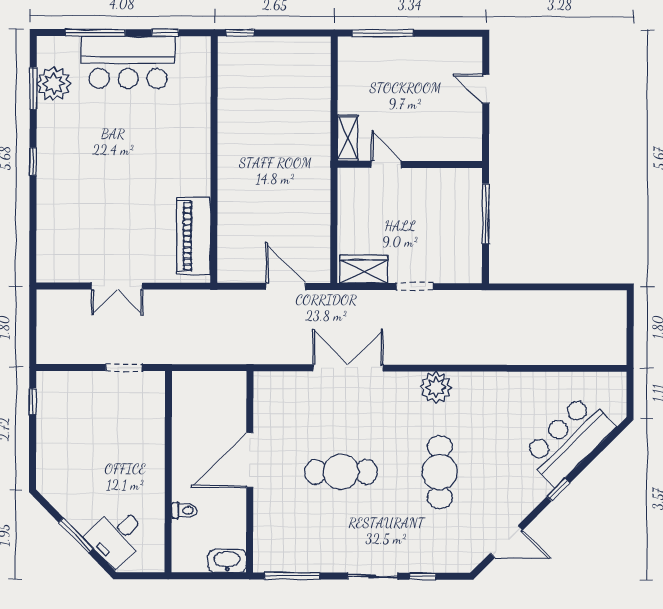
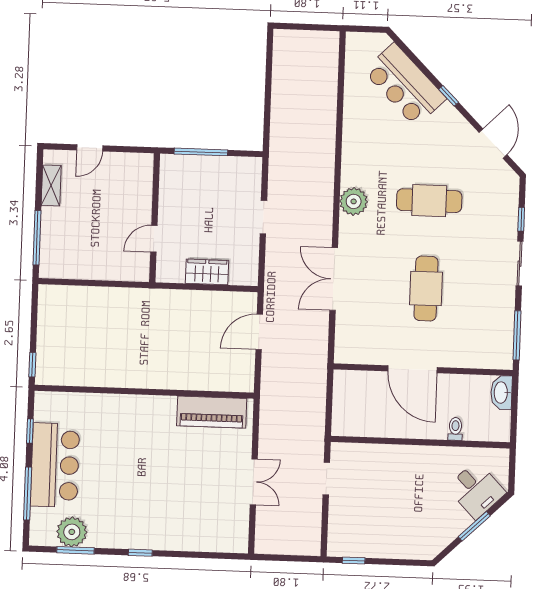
shelving: (348, 138) -> (51, 185), moved, turned 90
wardrobe: (364, 269) -> (207, 272), moved, turned 90

